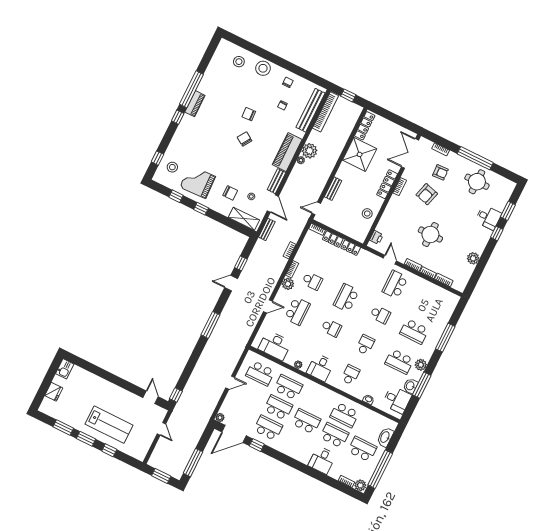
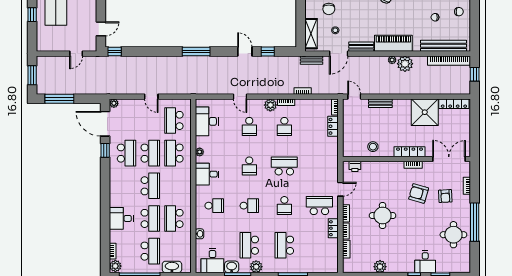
locker: (351, 248) -> (333, 228), moved
school desk: (297, 311) -> (249, 126), width x0.54
school desk: (288, 387) -> (174, 153), turned 180

